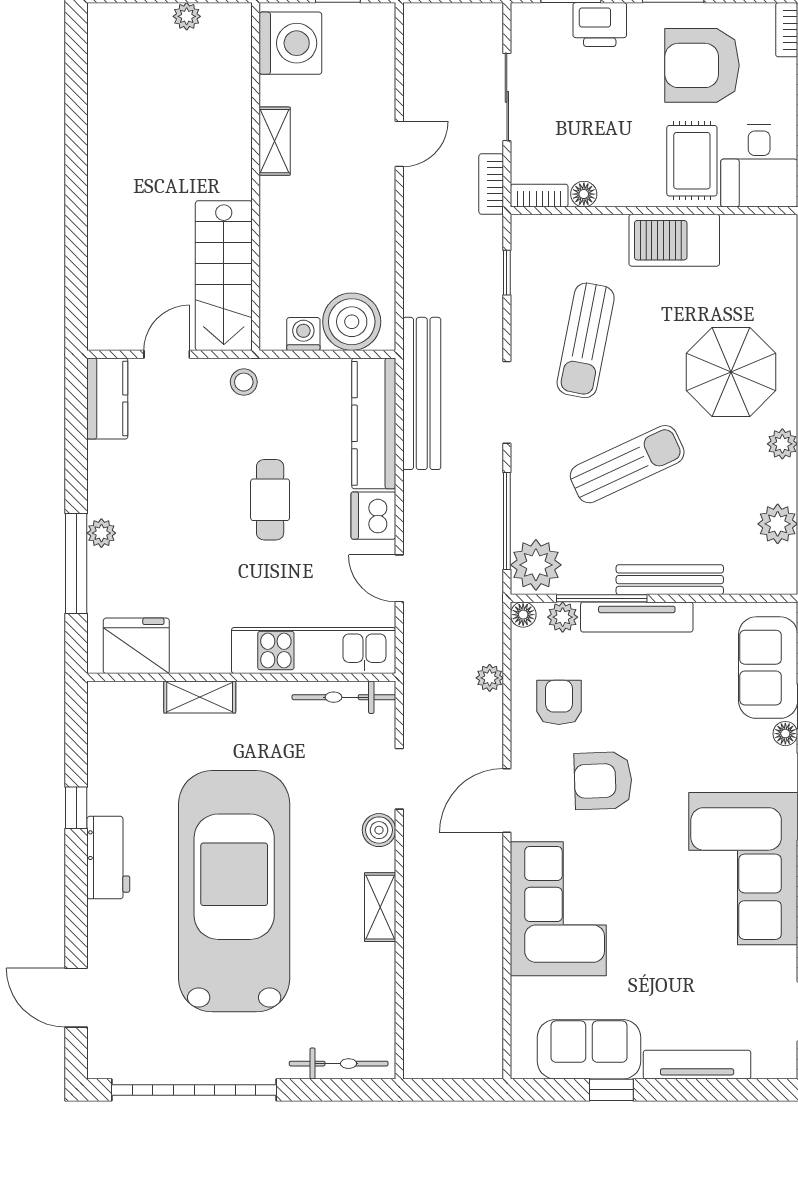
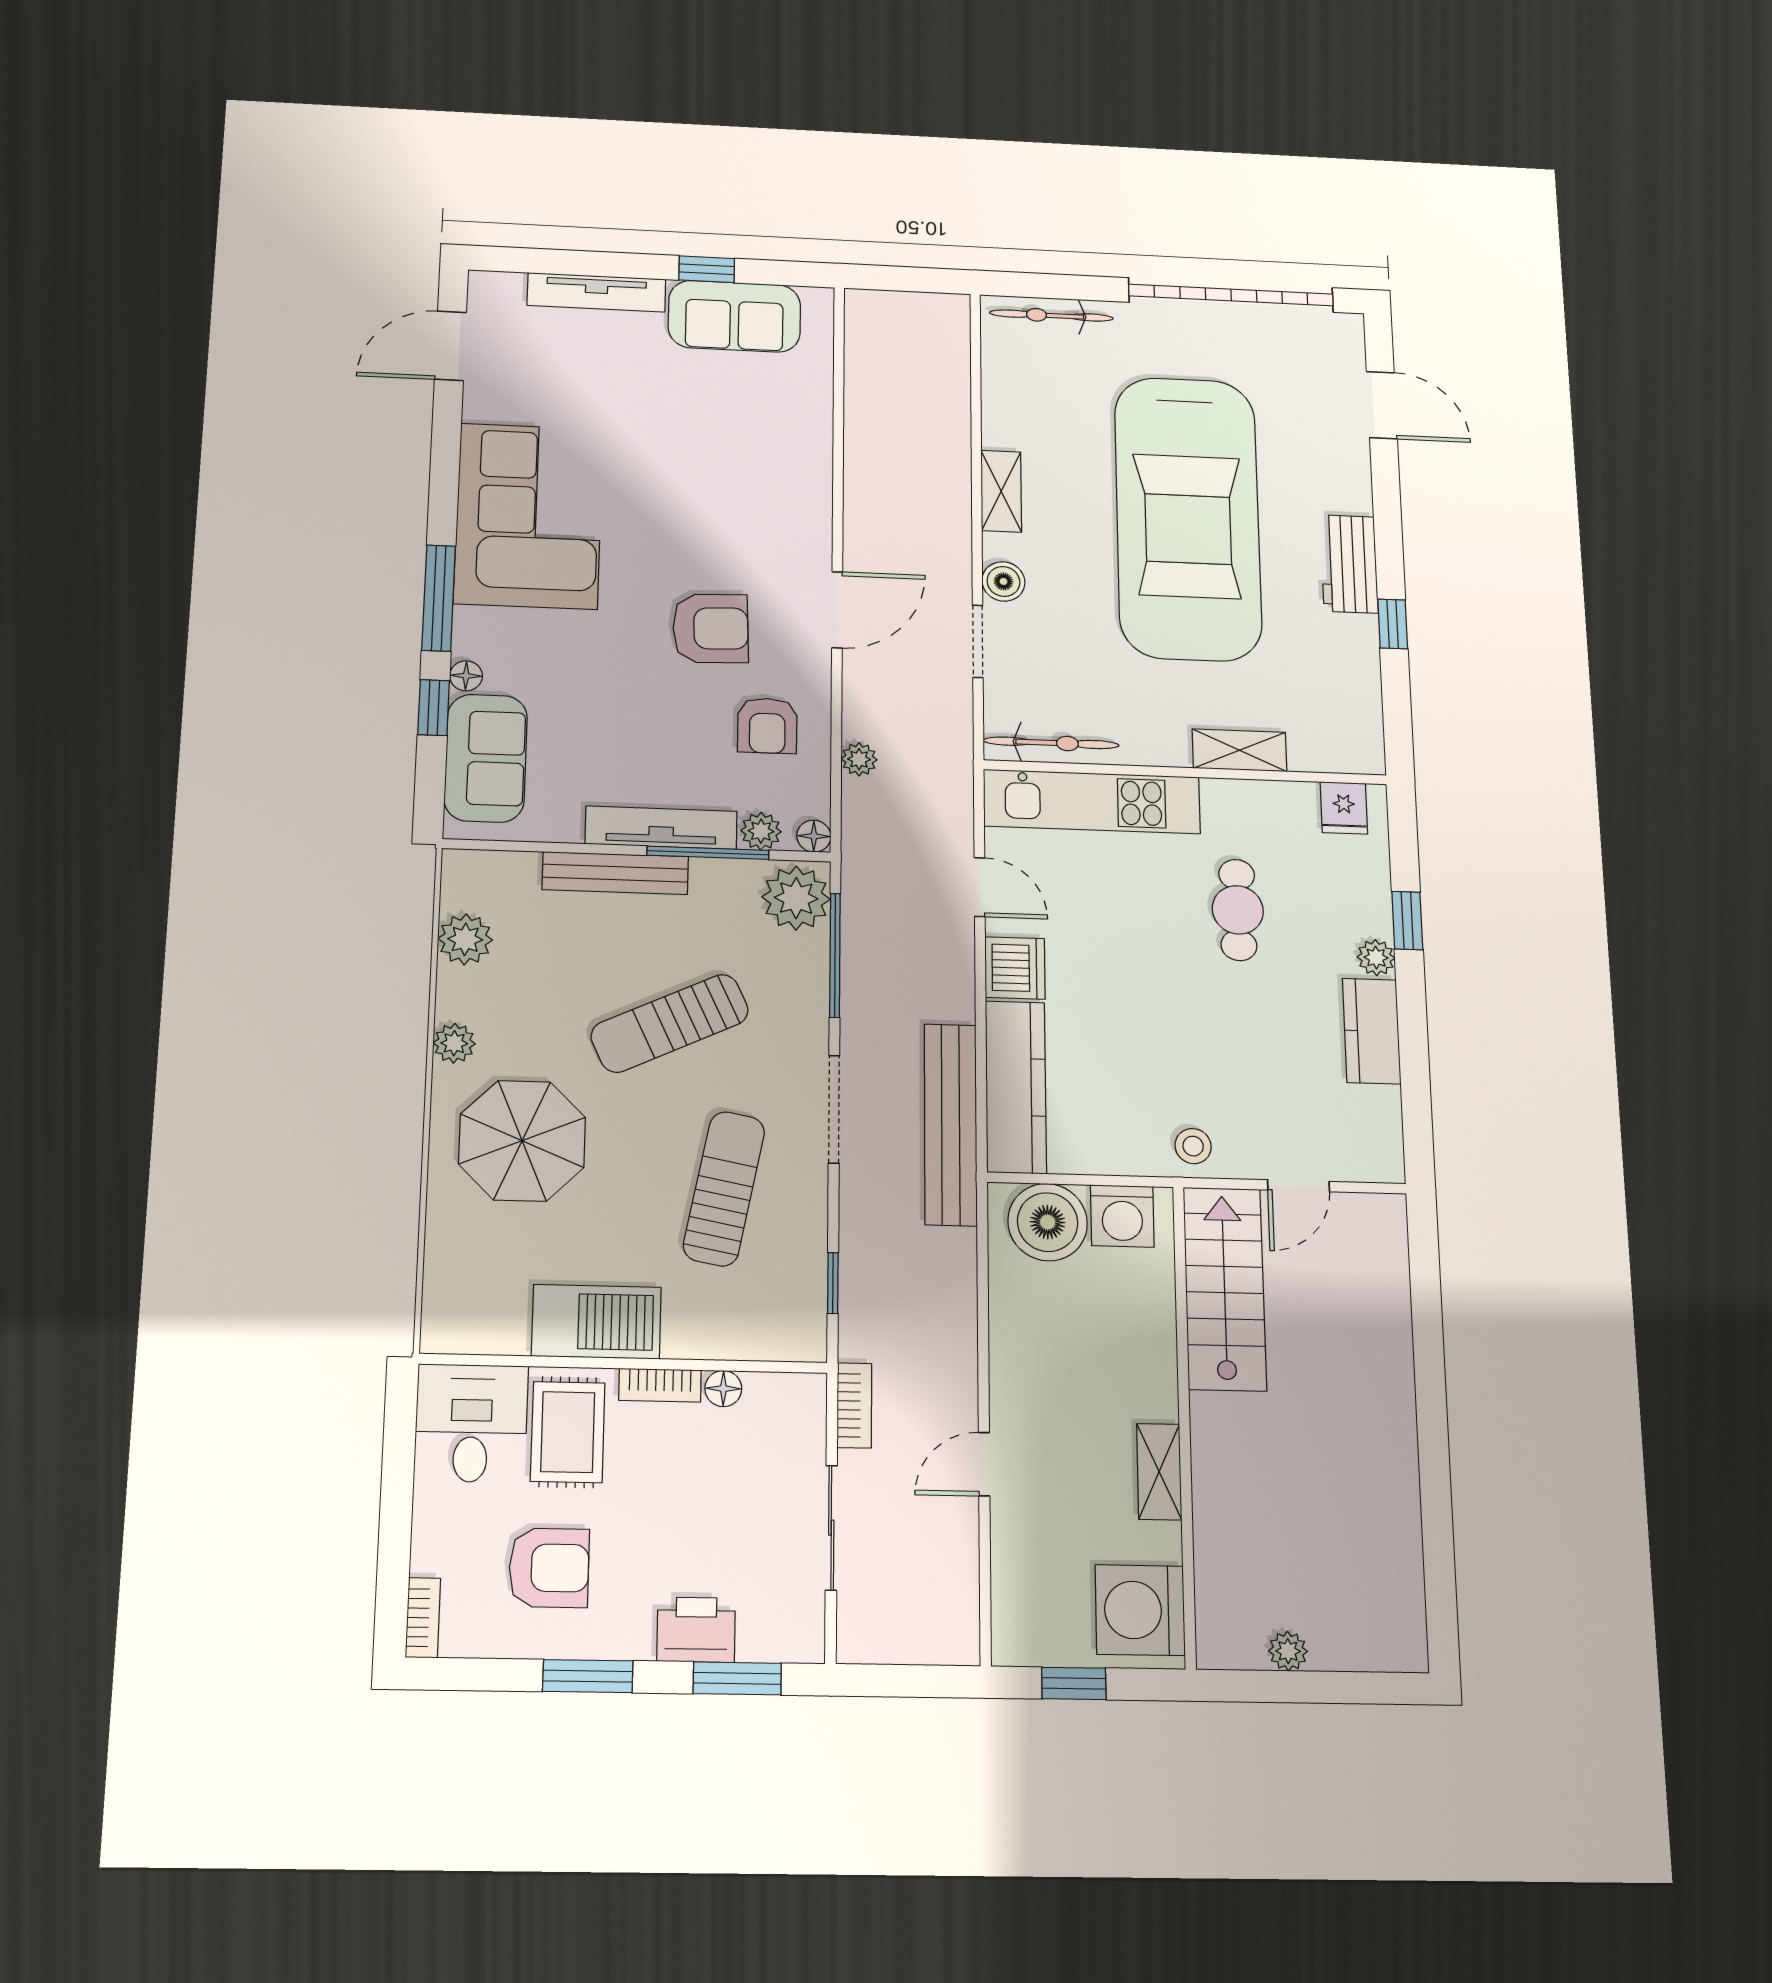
armchair: (702, 65) -> (549, 1568), width x0.73, depth x0.73
bookcase: (539, 196) -> (660, 1385), moved
washing machine: (303, 334) -> (1122, 1216), width x1.38, depth x1.38
kitchen counter: (107, 399) -> (1372, 1031), moved
cafe table: (270, 500) -> (1238, 910), moved
window: (76, 563) -> (1407, 920), width x0.46
fridge: (136, 646) -> (1344, 808), width x0.53, depth x0.75
corner sofa: (558, 909) -> (771, 479), removed

